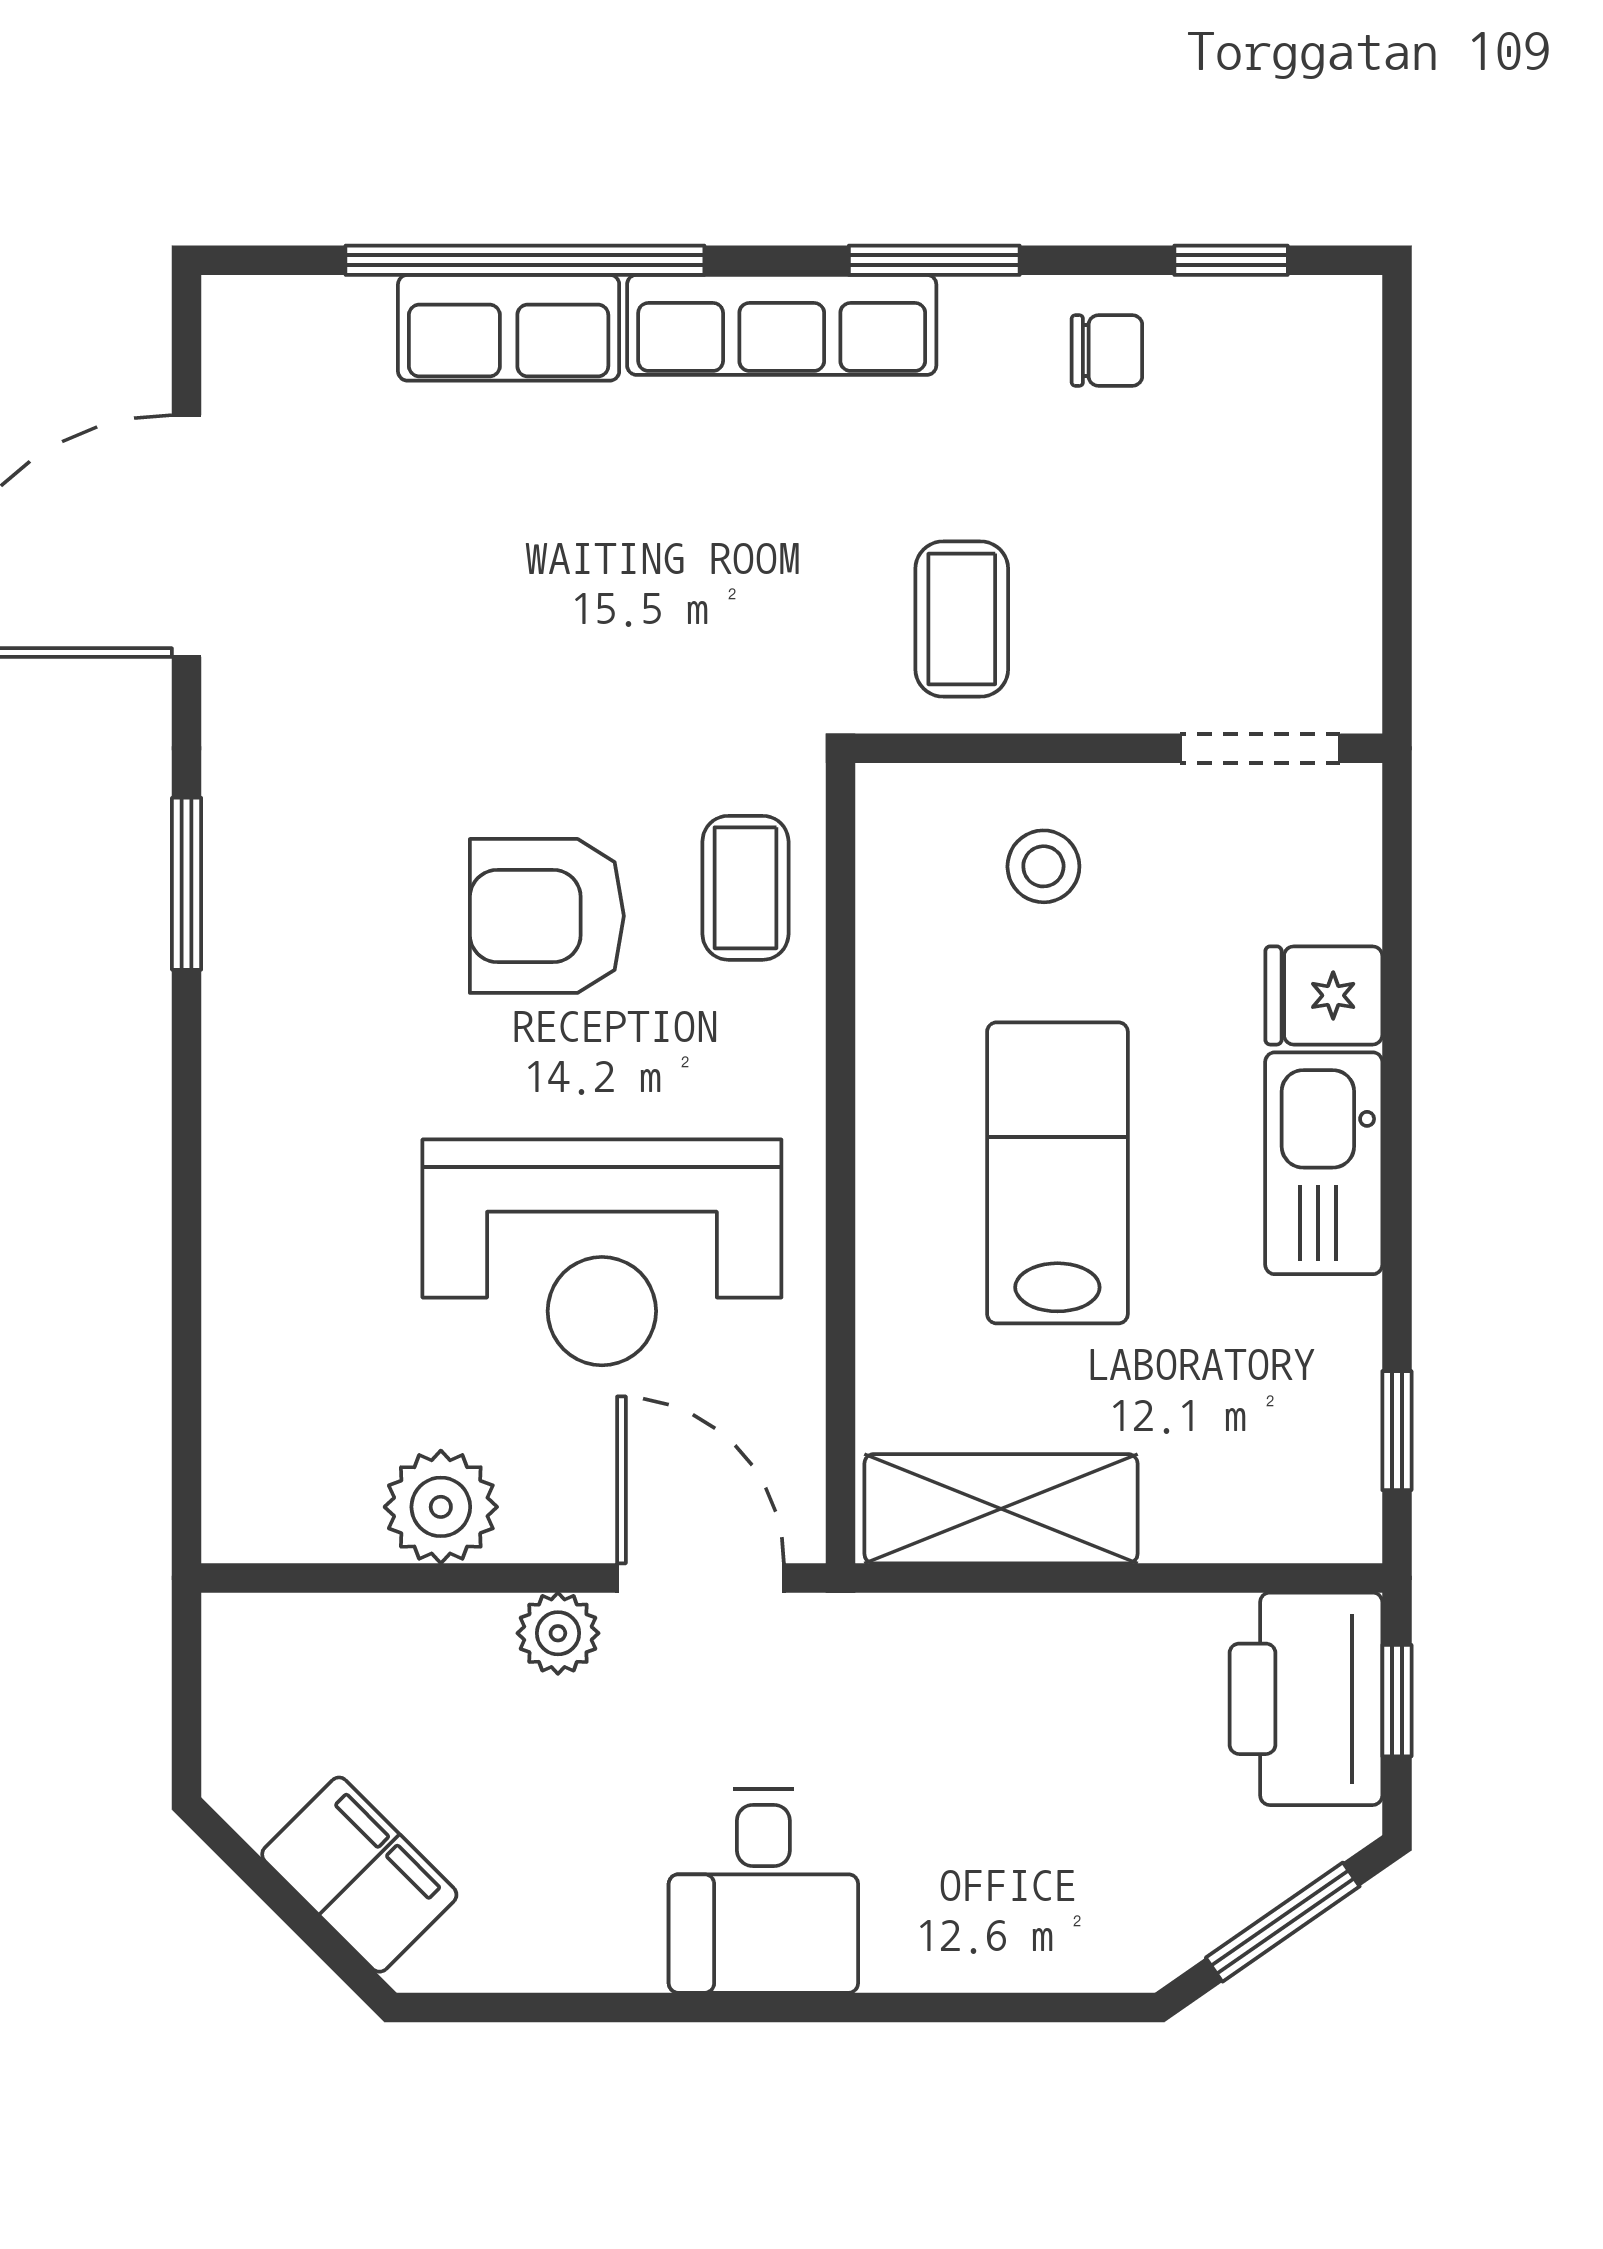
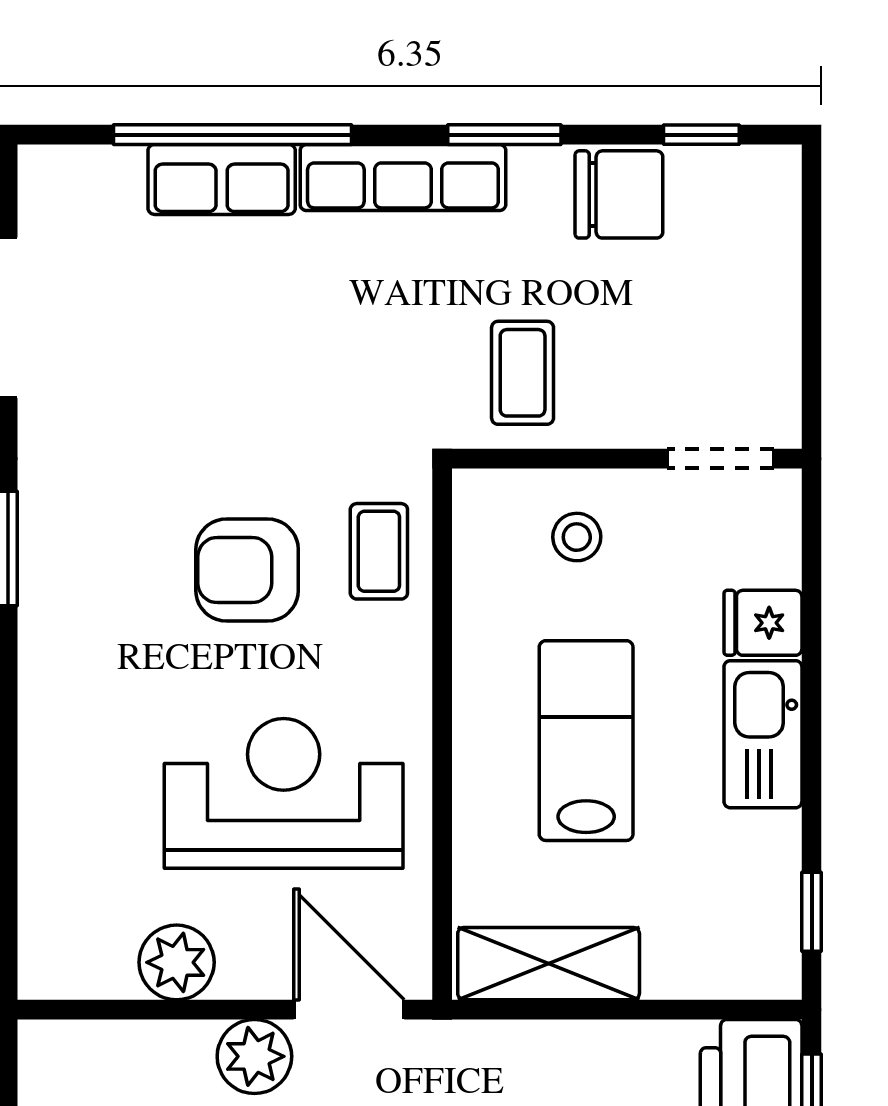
chair: (1107, 351) -> (619, 194), width x1.87, depth x1.87
reception desk: (602, 1252) -> (284, 793), turned 180
plant: (558, 1633) -> (254, 1056), width x1.38, depth x1.38

